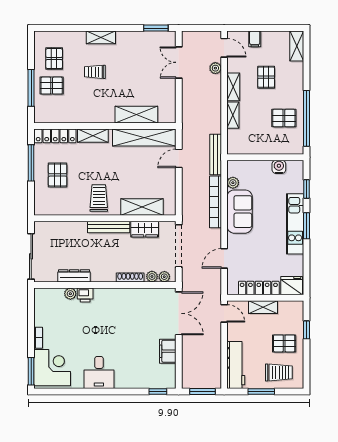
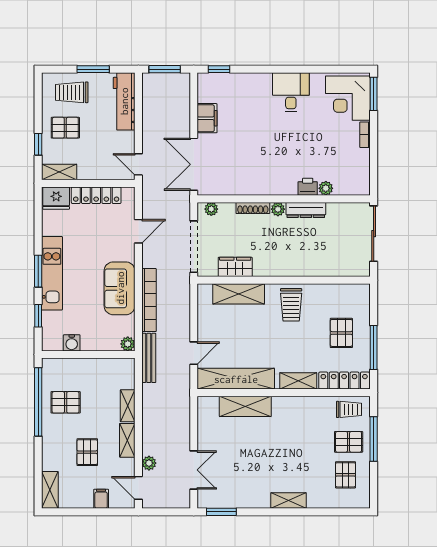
trolley: (95, 72) -> (349, 409), moved
plant: (233, 183) -> (128, 344), moved
bench: (109, 227) -> (279, 270), removed
dresser: (74, 276) -> (306, 210), moved
plant: (152, 276) -> (278, 209), moved
shelving: (263, 307) -> (59, 172), moved

